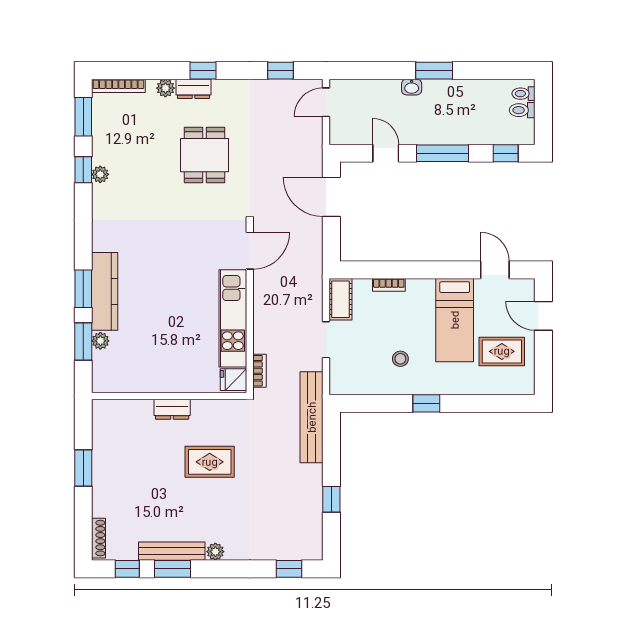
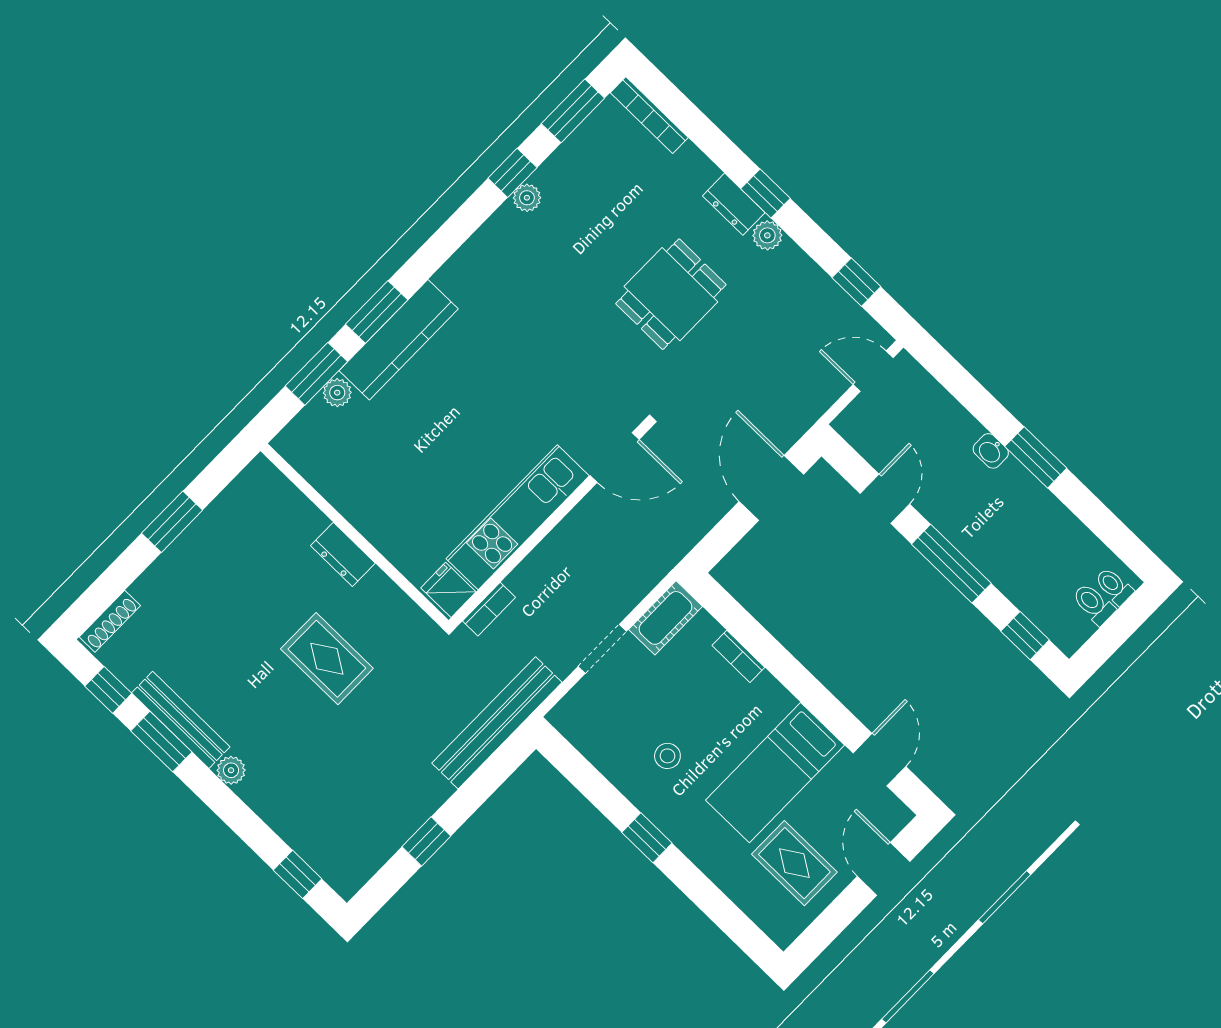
plant: (165, 88) -> (767, 235), moved

